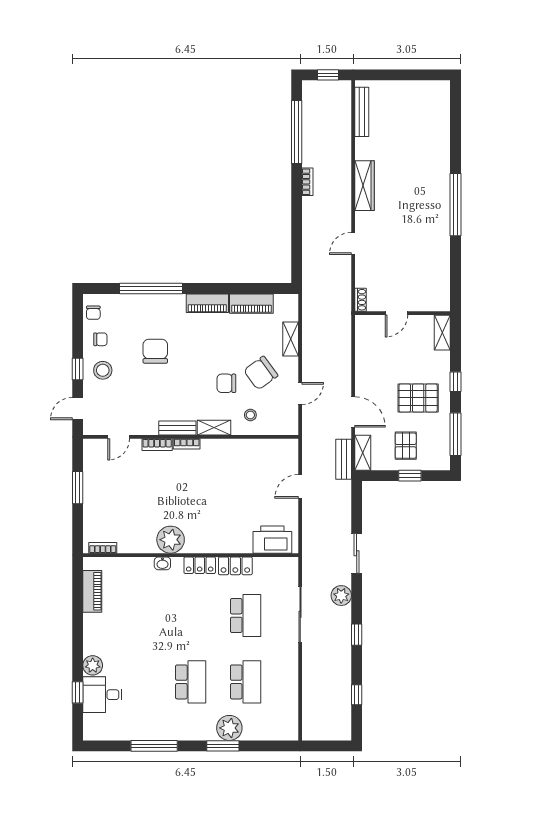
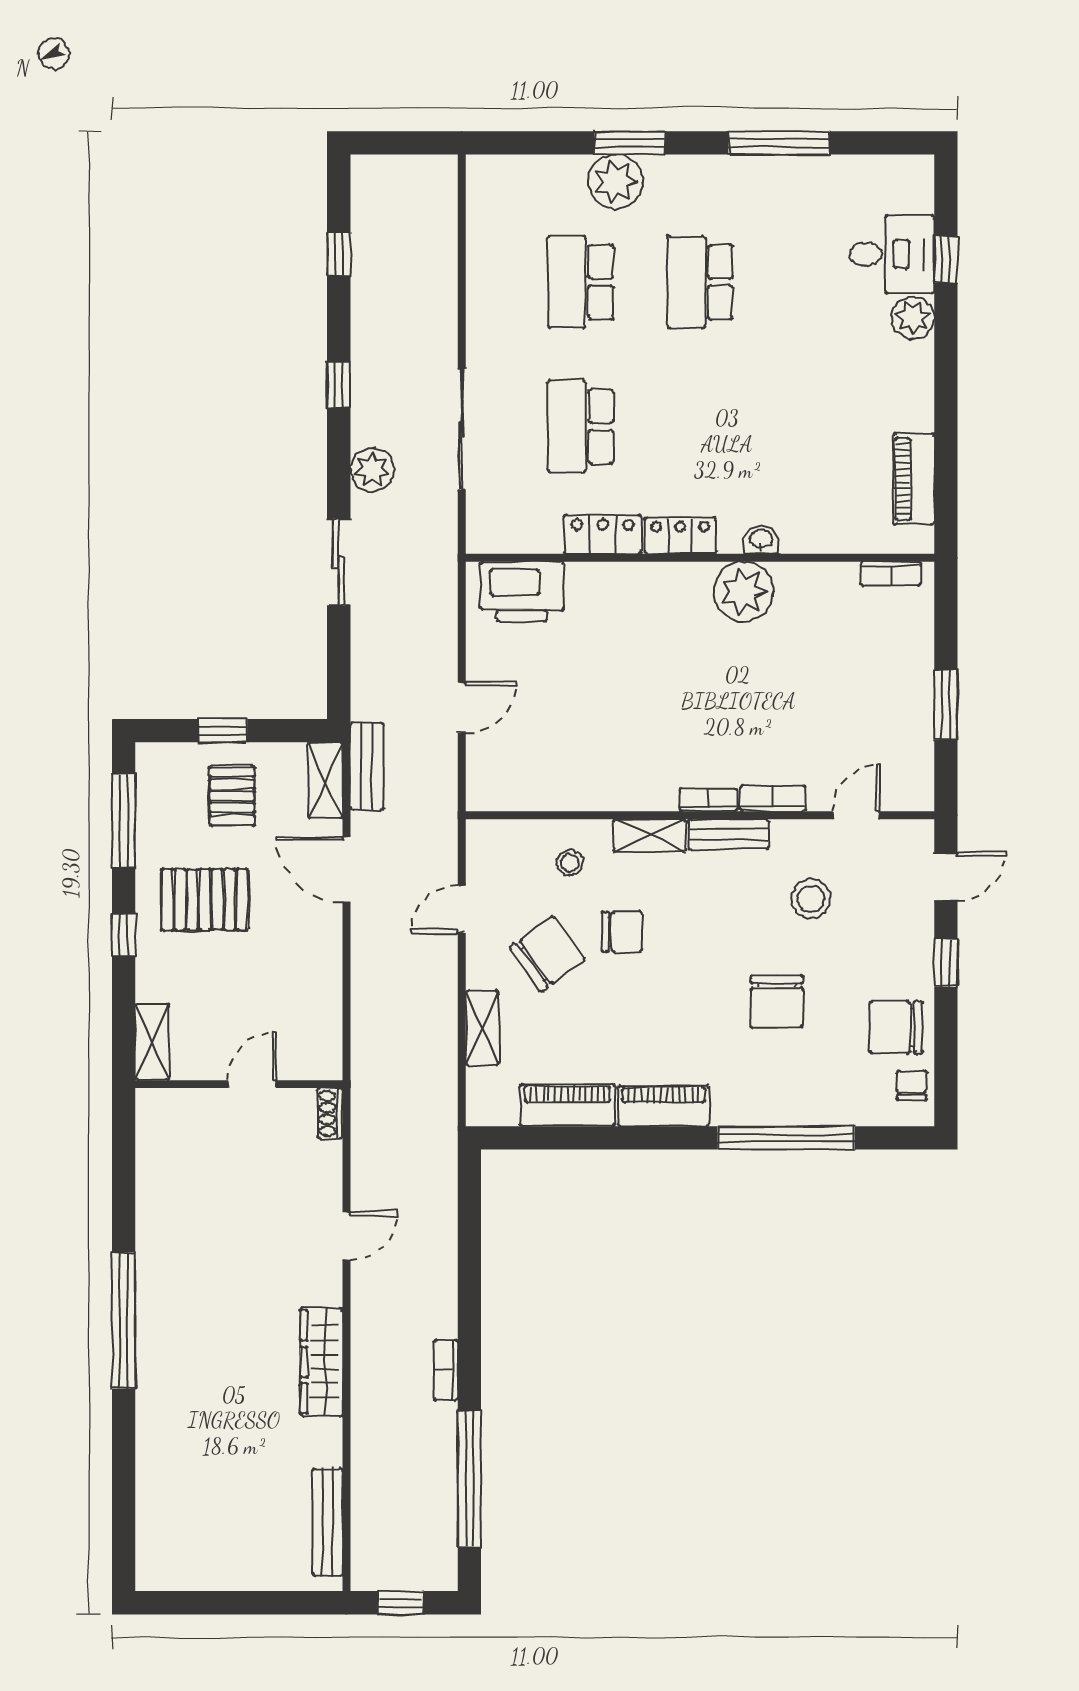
chair: (100, 339) -> (896, 1027), width x1.87, depth x1.87
stool: (103, 370) -> (811, 899), moved

